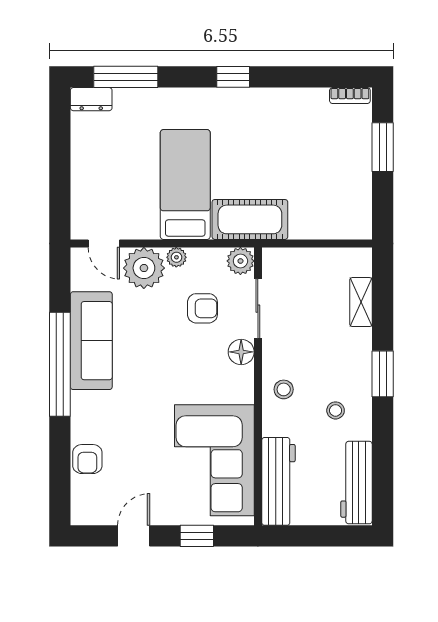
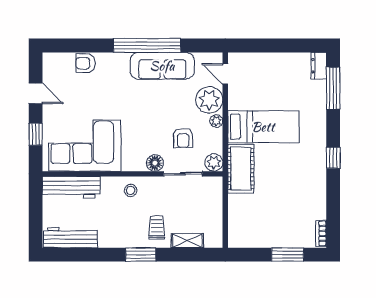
door: (104, 243) -> (225, 74), hinge flipped
trolley: (341, 349) -> (157, 228), added
stool: (336, 410) -> (117, 224), removed

